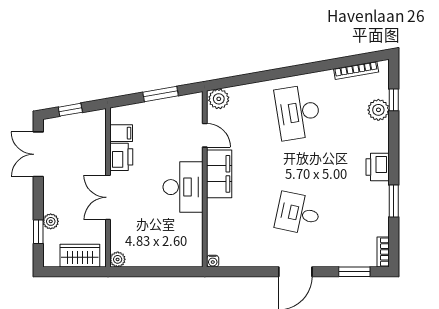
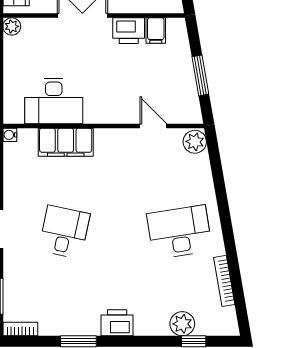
bookcase: (356, 70) -> (224, 281), moved
door: (205, 135) -> (153, 126), swing flipped
filing cabinet: (219, 174) -> (66, 142), moved
desk: (183, 187) -> (54, 101), moved

